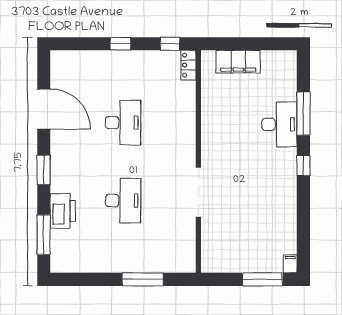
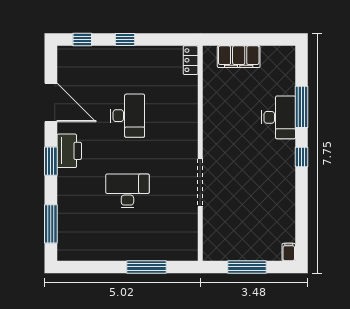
window: (170, 44) -> (82, 40), moved
desk: (123, 201) -> (127, 191), turned -90
printer: (63, 211) -> (69, 151), moved
window: (262, 279) -> (247, 267), moved

